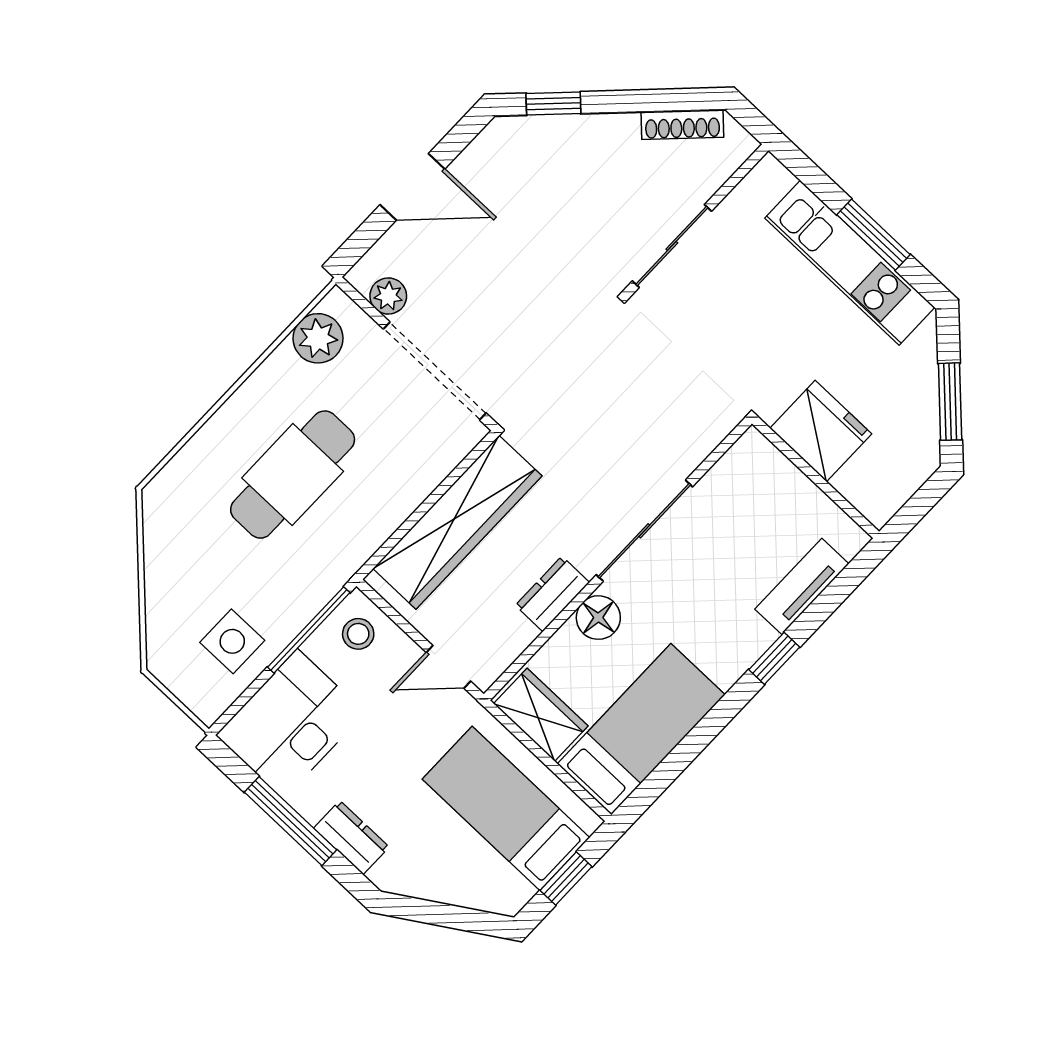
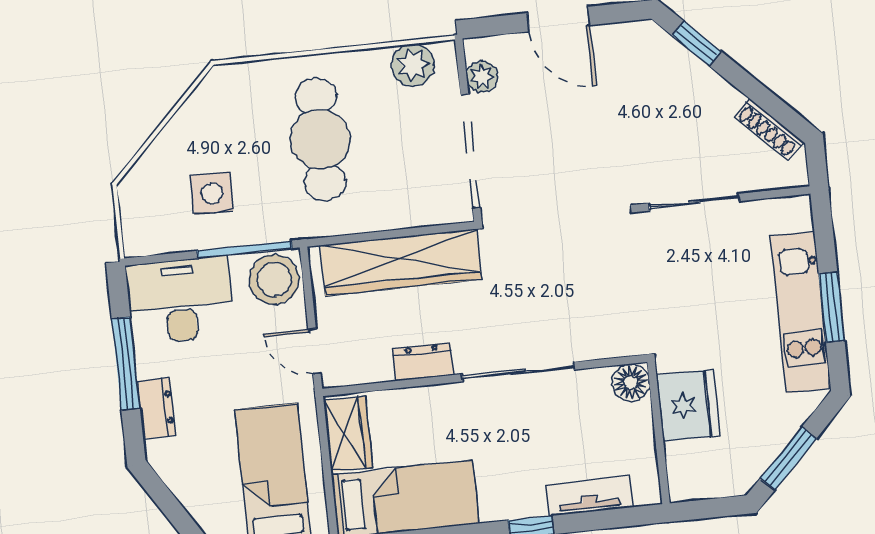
cafe table: (293, 475) -> (320, 139), turned 90
floor lamp: (598, 618) -> (631, 383), moved
stool: (358, 634) -> (274, 280), width x1.89, depth x1.89
side table: (232, 641) -> (212, 193), moved

